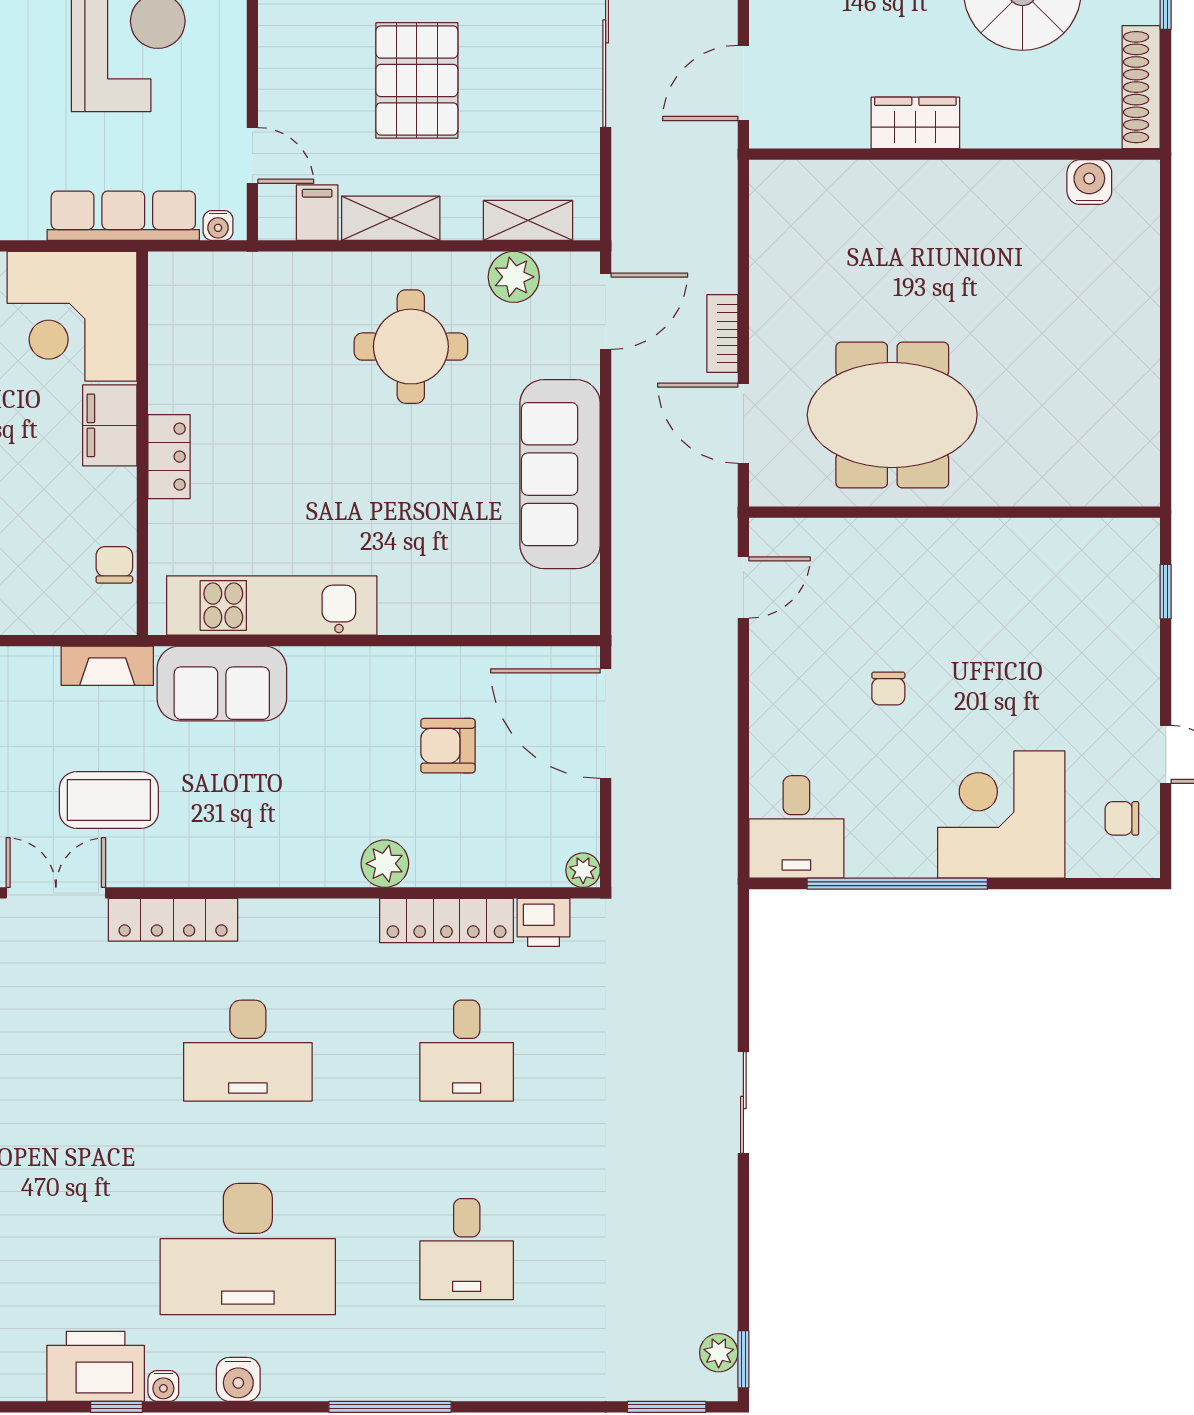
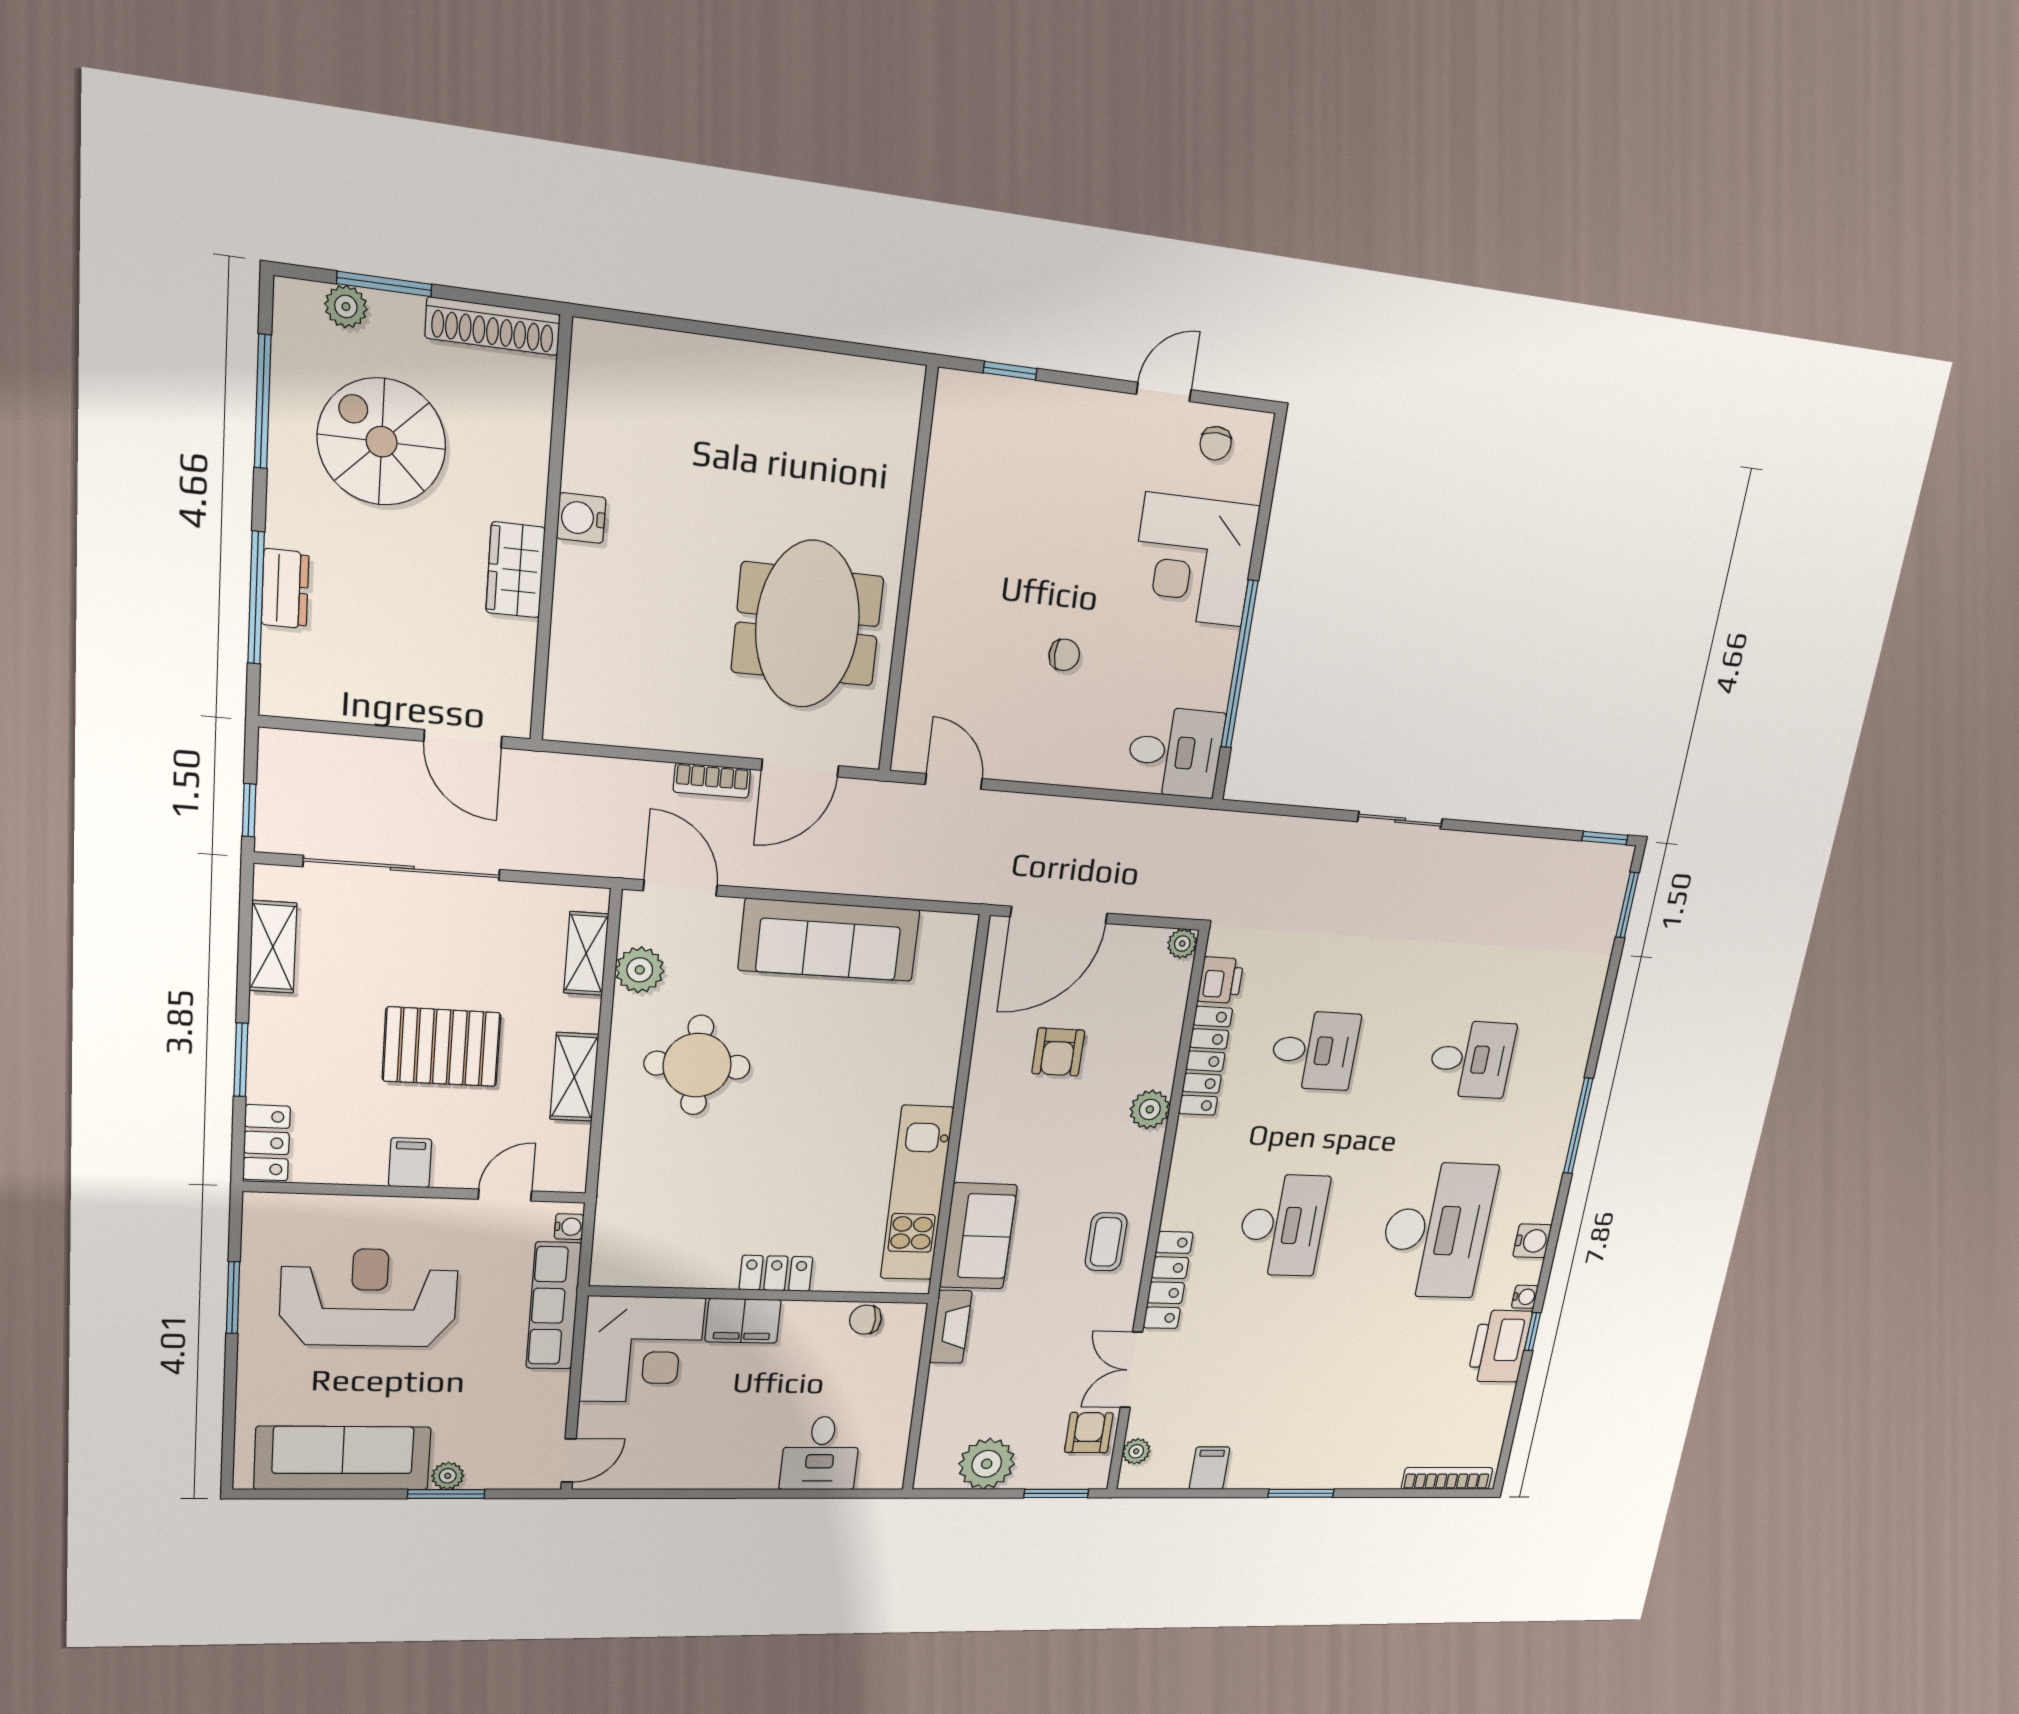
water cooler: (1089, 182) -> (581, 518), moved
filing cabinet: (317, 213) -> (410, 1163), moved, turned 90
coffee table: (109, 800) -> (1106, 1242), moved, width x0.73, depth x0.77
plant: (719, 1353) -> (1595, 858), removed

